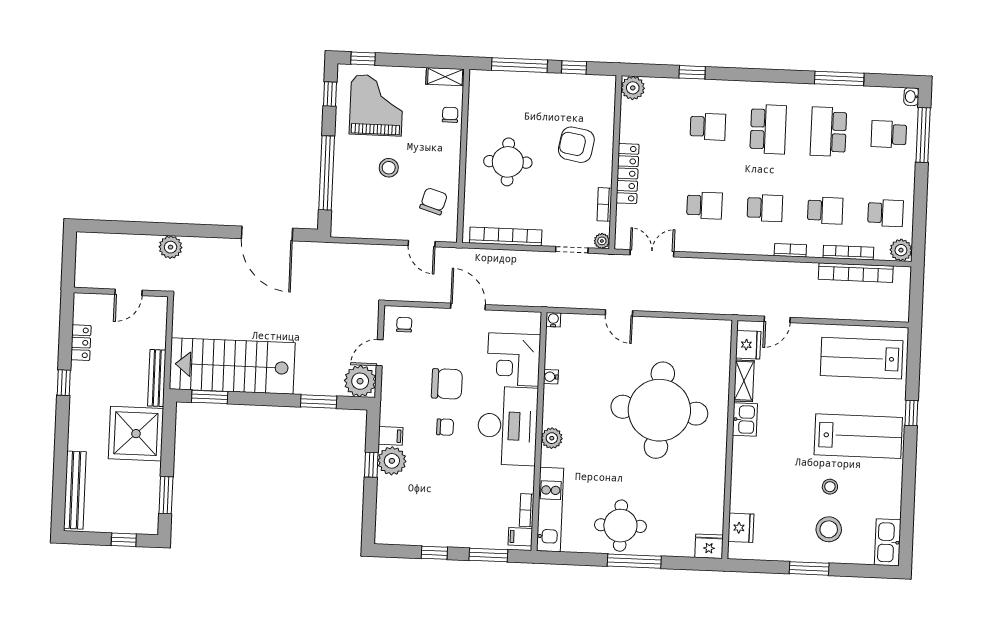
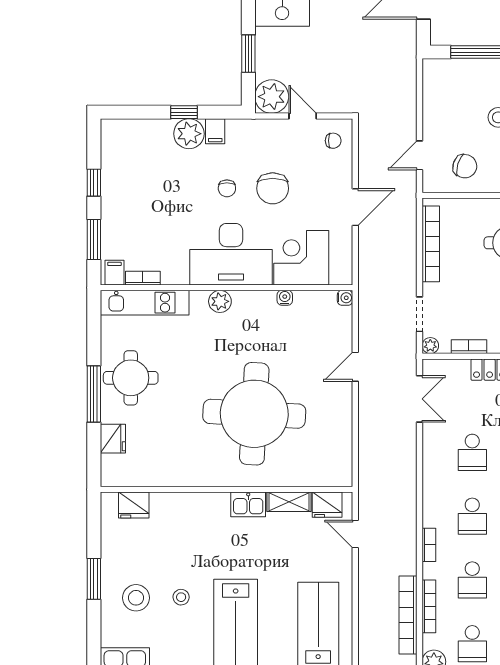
fridge: (709, 546) -> (113, 439), moved

